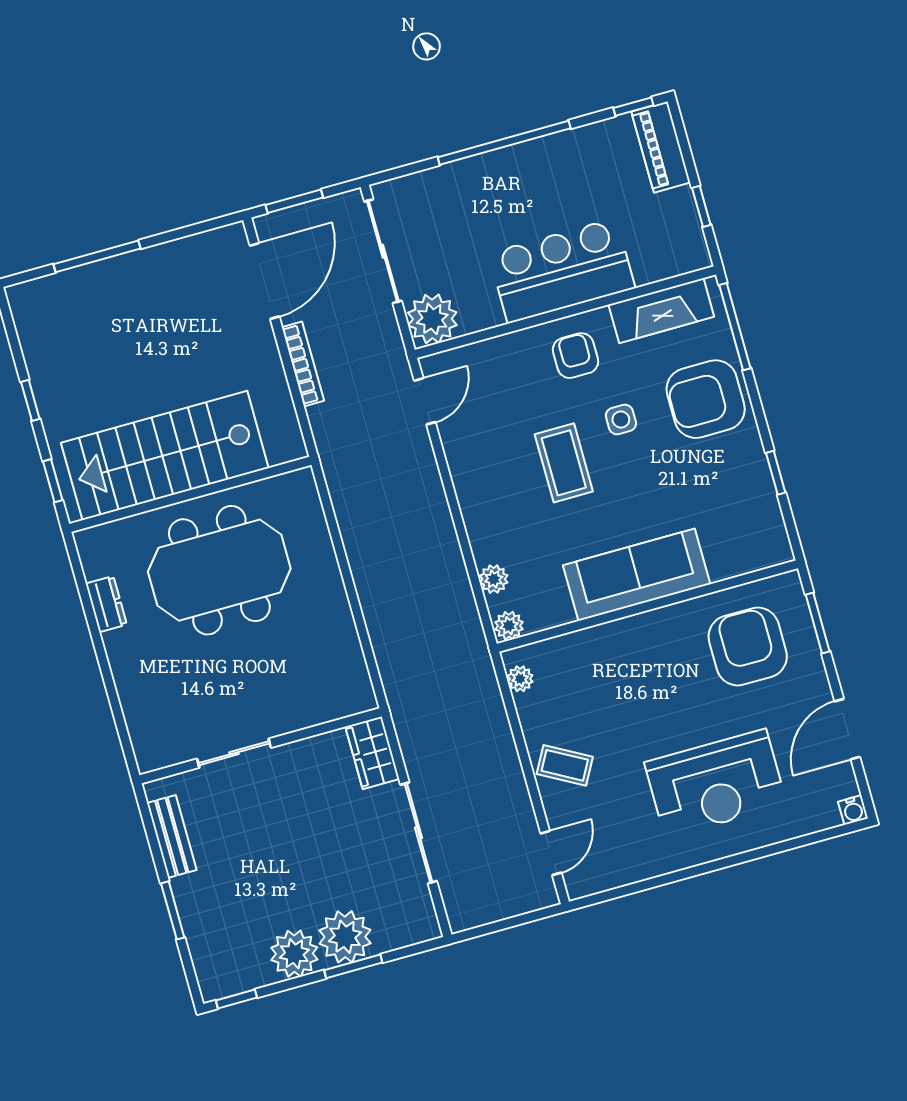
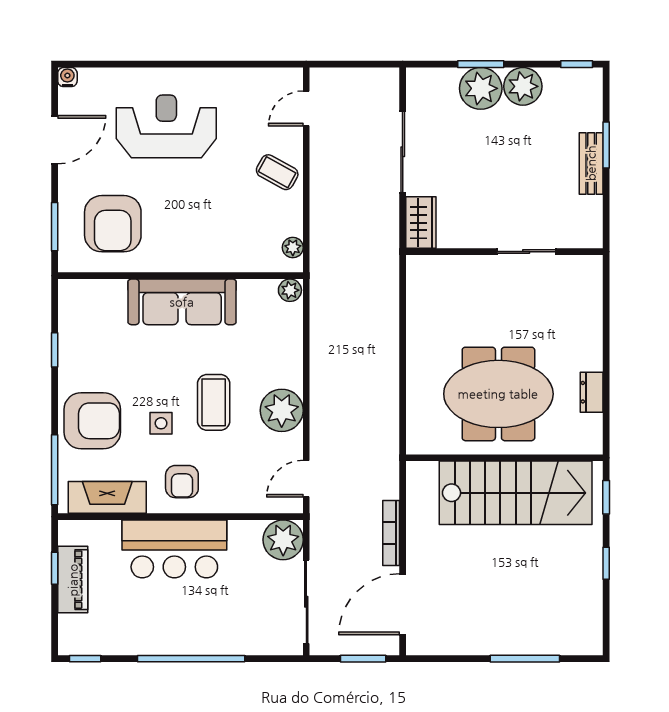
piano: (661, 147) -> (73, 580), moved
plant: (494, 579) -> (282, 410), moved, width x1.88, depth x1.88
bench: (172, 836) -> (591, 163), moved

